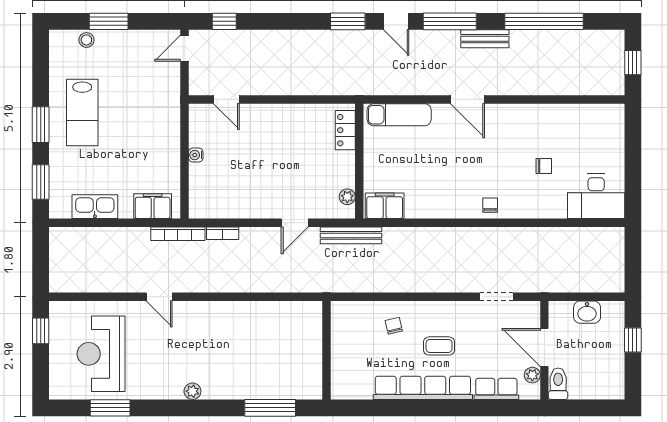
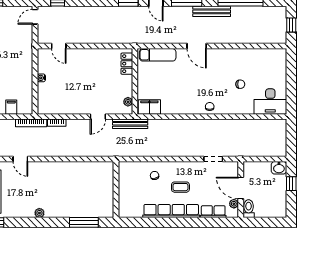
bench: (485, 39) -> (212, 11), width x1.36
filing cabinet: (153, 206) -> (11, 107), width x0.50
washbasin: (587, 312) -> (279, 168), moved

